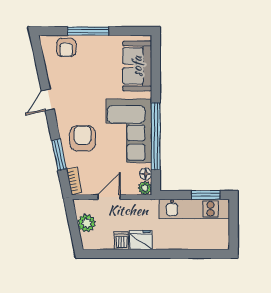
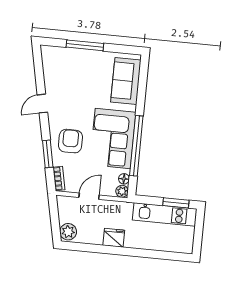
armchair: (66, 48) -> (64, 58), removed
plant: (87, 223) -> (68, 232), moved
dishwasher: (121, 241) -> (96, 237), removed

